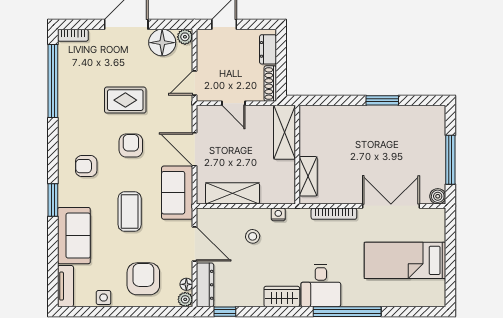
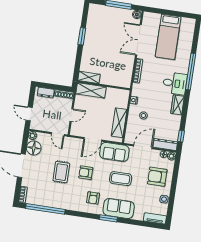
shelving: (308, 176) -> (89, 77), moved
sofa: (74, 236) -> (119, 208), moved

